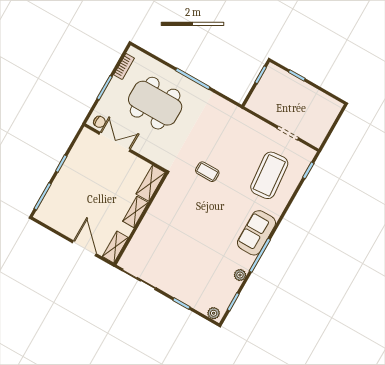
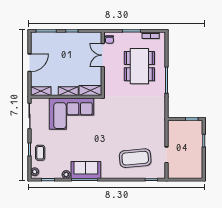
double door: (115, 142) -> (103, 55), swing flipped
coffee table: (207, 172) -> (40, 153), moved
corner sofa: (166, 224) -> (71, 114), added
sofa: (256, 233) -> (86, 170), moved
door: (84, 248) -> (30, 63), moved

